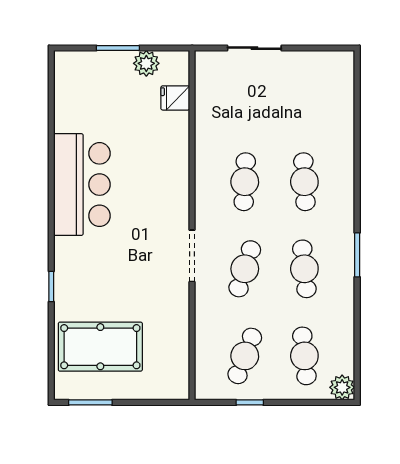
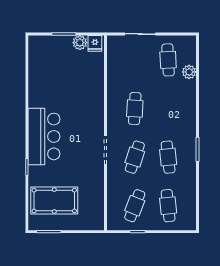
fridge: (175, 98) -> (95, 43), moved, turned -90
cafe table: (304, 182) -> (168, 60), moved
bar counter: (82, 185) -> (44, 136), moved
plant: (342, 387) -> (189, 72), moved

